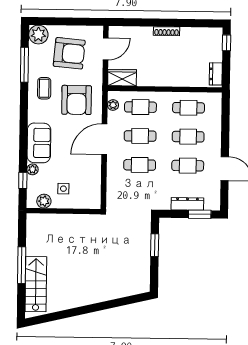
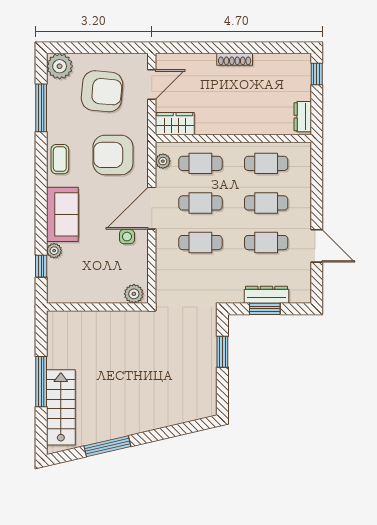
coffee table: (44, 88) -> (60, 159), moved
armchair: (77, 100) -> (113, 155), turned 90
side table: (63, 189) -> (127, 237), moved
plant: (44, 201) -> (134, 294), moved
window: (200, 214) -> (265, 309), moved
window: (69, 313) -> (107, 446), added

